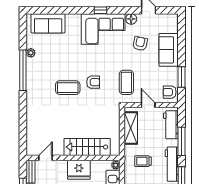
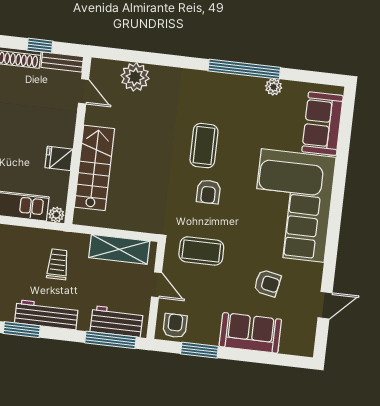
window: (101, 10) -> (335, 220), removed
floor lamp: (131, 19) -> (313, 272), removed
corner sofa: (103, 29) -> (293, 205), width x1.36, depth x1.36
door: (148, 105) -> (157, 285), hinge flipped
plant: (34, 130) -> (135, 77), added
window: (182, 141) -> (110, 340), moved
fridge: (79, 170) -> (59, 158), width x0.53, depth x0.75

